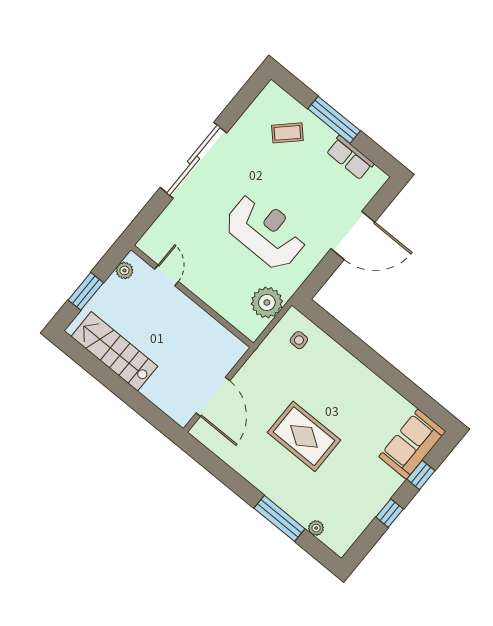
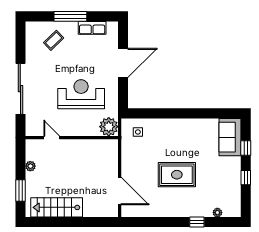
door: (166, 275) -> (52, 138), moved
wall: (192, 296) -> (72, 138), moved
window: (279, 518) -> (197, 222), width x0.46

